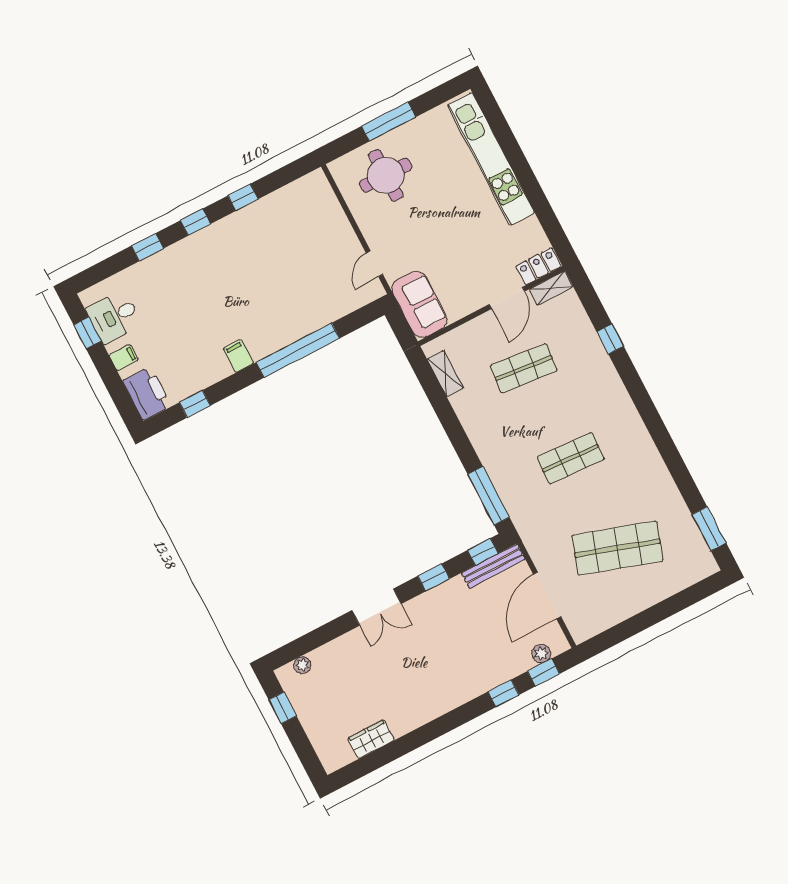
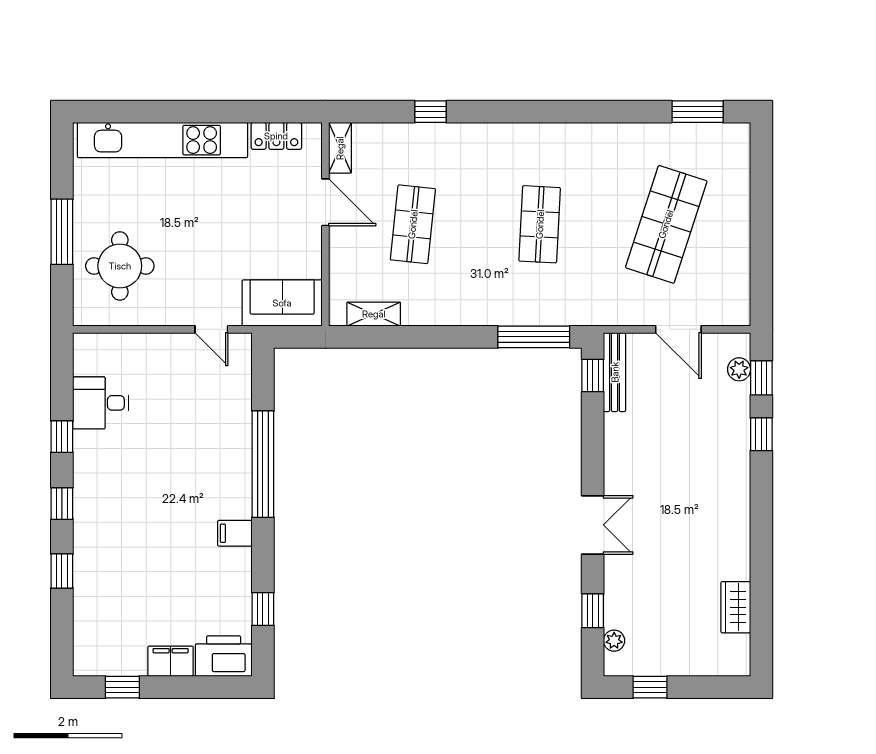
locker: (539, 266) -> (276, 136), moved, turned -90
desk: (114, 317) -> (101, 403), moved, turned 90
filing cabinet: (124, 358) -> (171, 661), width x2.00
window: (434, 577) -> (593, 611), moved
door: (547, 596) -> (678, 329), width x0.73

